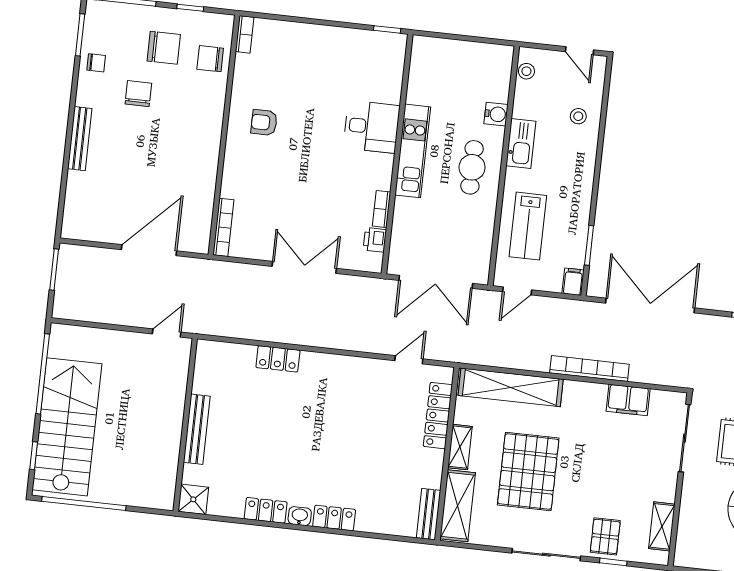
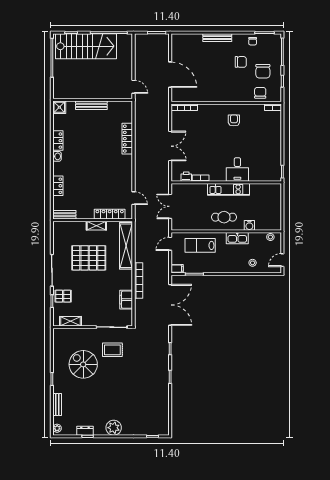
double door: (436, 282) -> (170, 206), width x0.73
door: (517, 291) -> (170, 244), hinge flipped
locker: (278, 359) -> (127, 139), width x1.53
shelving: (458, 506) -> (70, 228), removed
locker: (334, 518) -> (58, 186), moved

